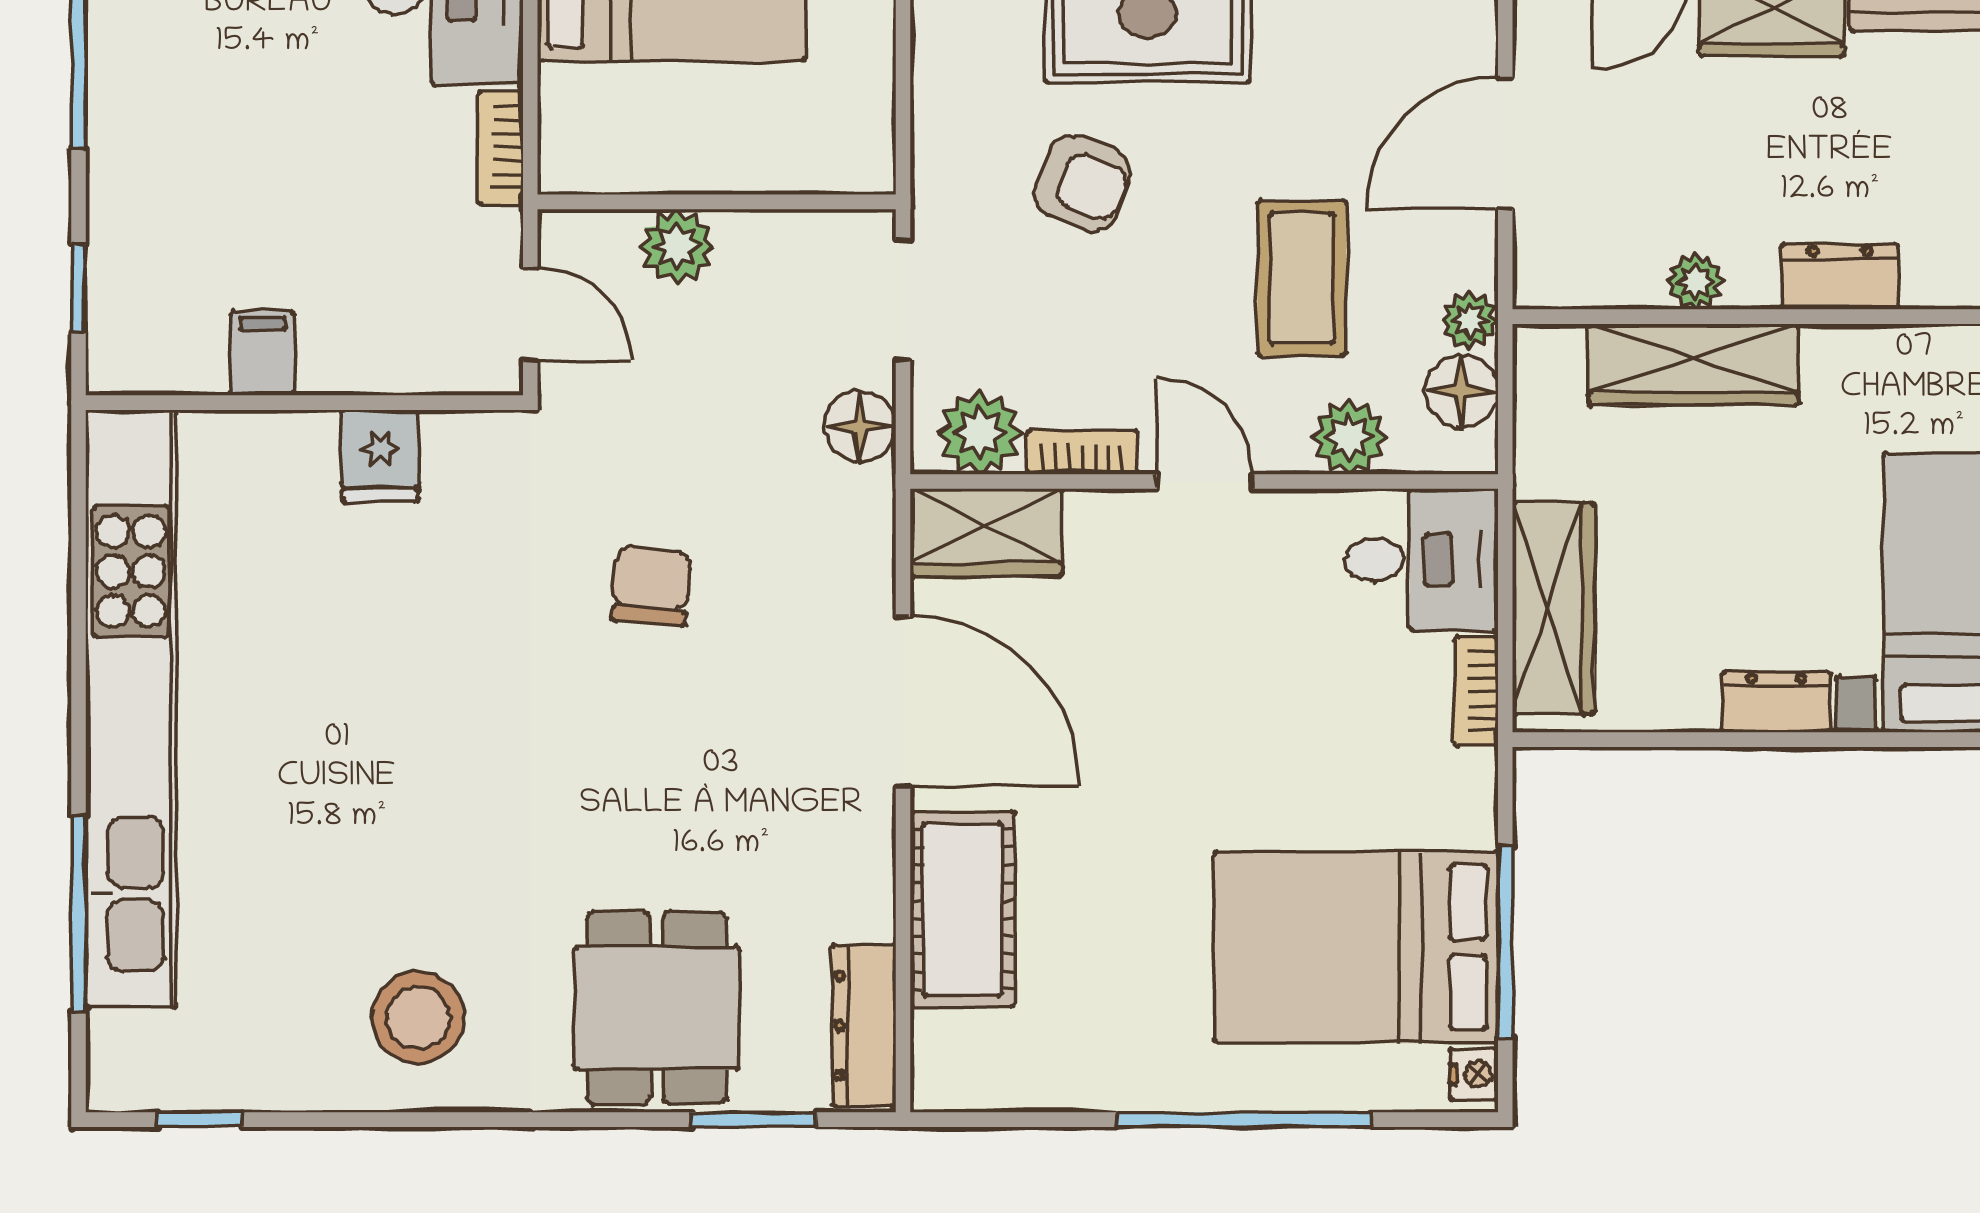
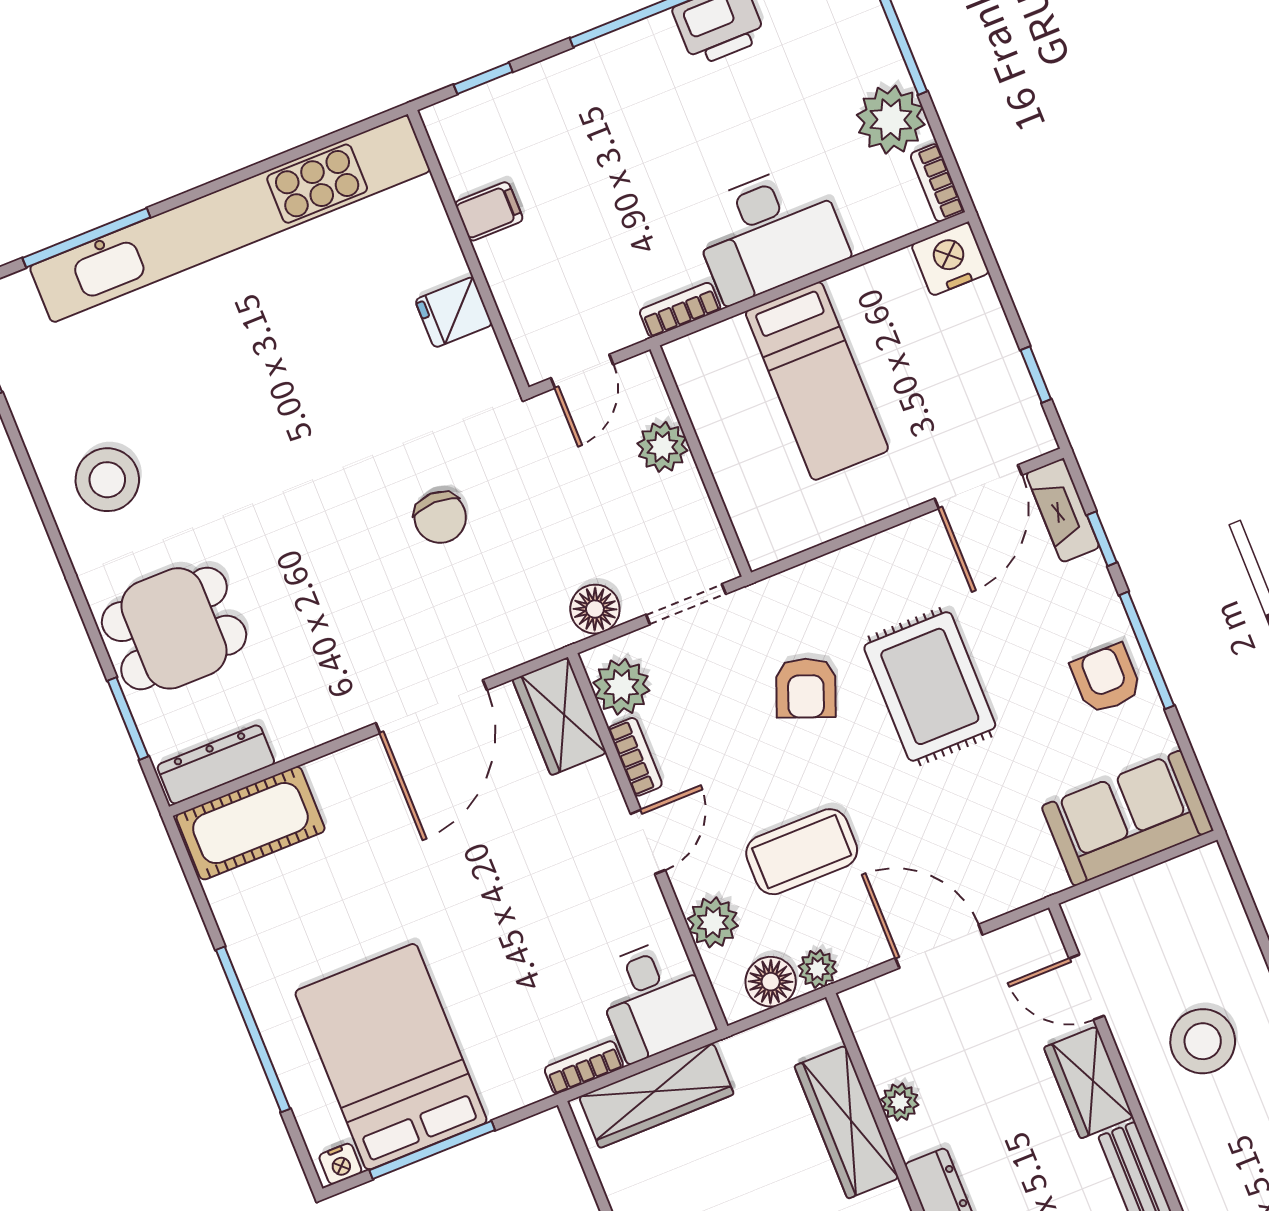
chair: (651, 586) -> (440, 517), turned 85
cot: (962, 909) -> (250, 823), moved

